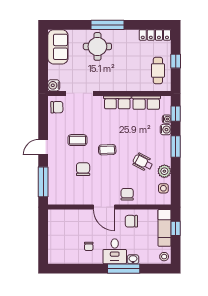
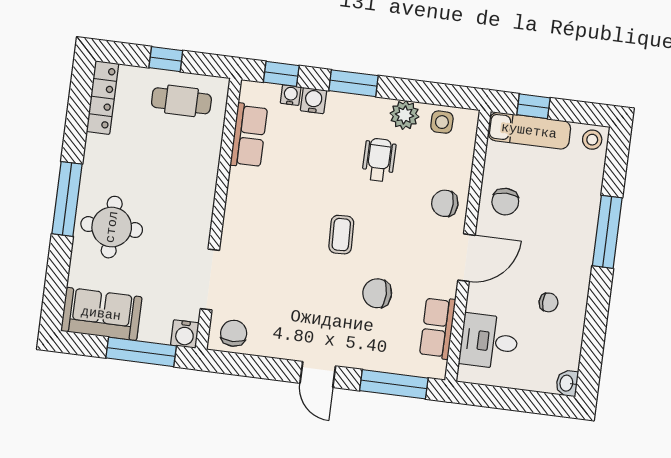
window: (43, 67) -> (141, 352), added
row of seats: (117, 102) -> (438, 328), moved, turned 180
coffee table: (77, 140) -> (312, 297), removed
wheelchair: (143, 162) -> (379, 160), turned 152
desk: (115, 251) -> (489, 341), moved, turned 180
washbasin: (133, 259) -> (567, 383), moved

